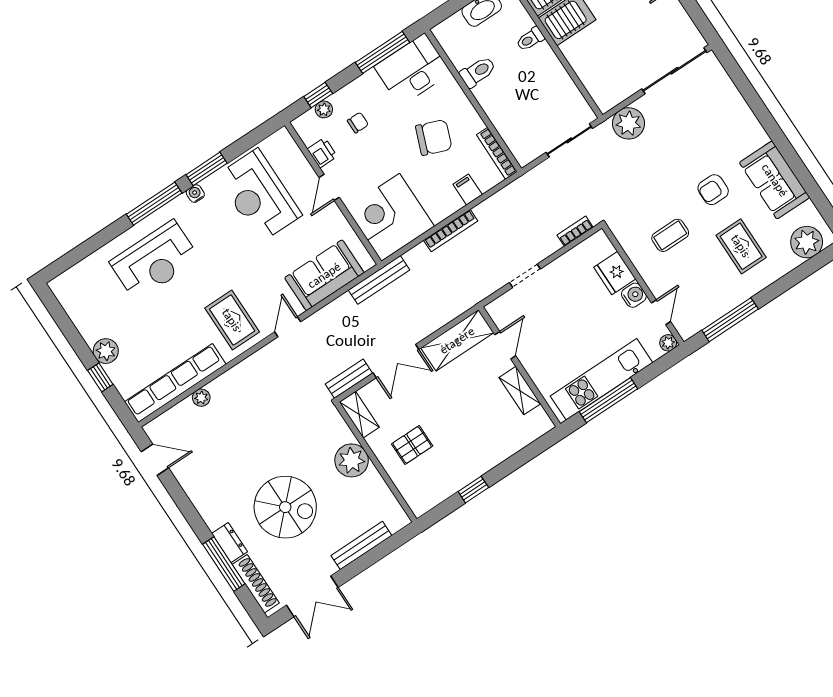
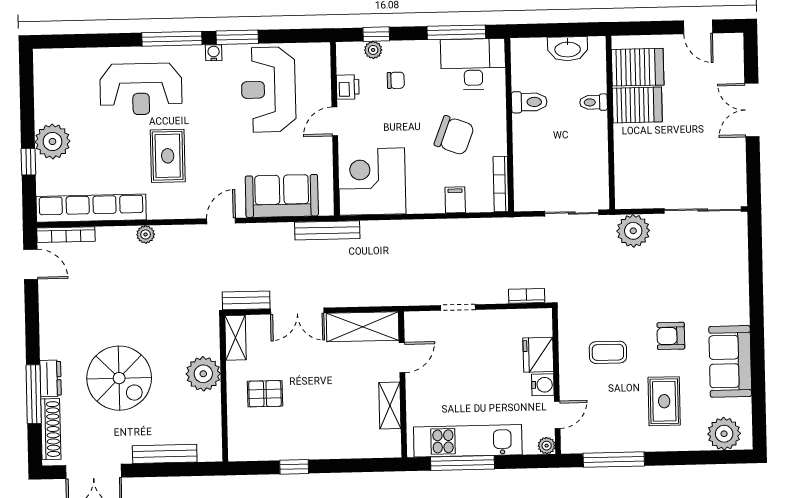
bookcase: (451, 231) -> (66, 235), moved
rug: (232, 320) -> (168, 156), moved
plant: (106, 351) -> (52, 141), width x1.36, depth x1.36
plant: (201, 398) -> (146, 234), moved

